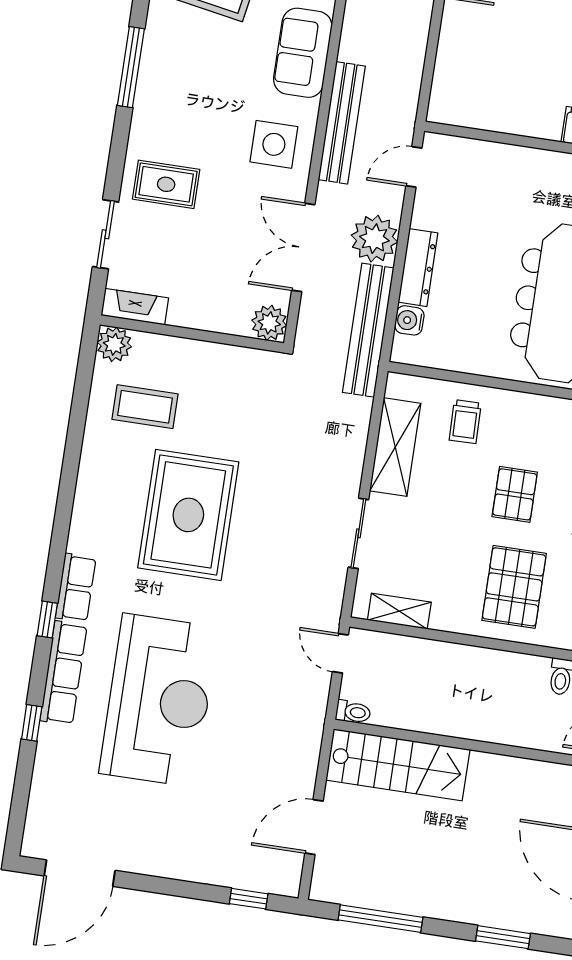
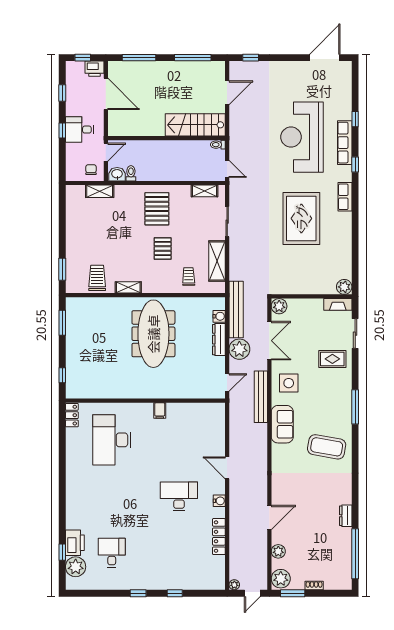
coffee table: (145, 407) -> (327, 262), removed
row of seats: (76, 588) -> (345, 197), moved
window: (503, 937) -> (139, 58), width x1.44

